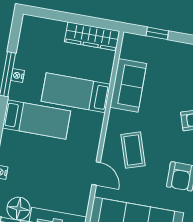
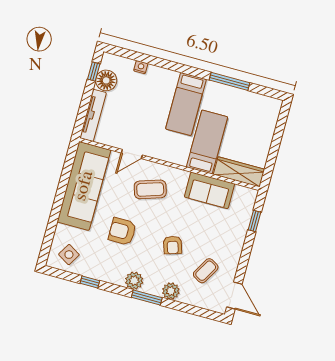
wardrobe: (92, 36) -> (239, 172), moved, turned 90
nightstand: (18, 76) -> (227, 90), removed

